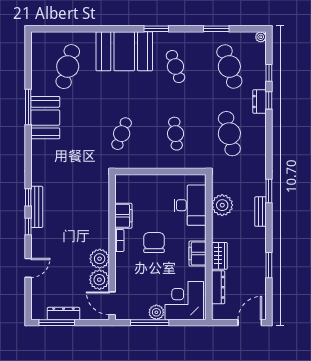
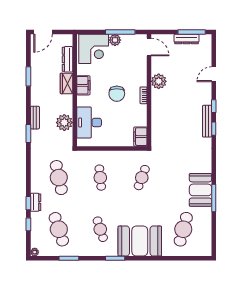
filing cabinet: (123, 216) -> (140, 137), moved
plant: (99, 280) -> (159, 65), removed

